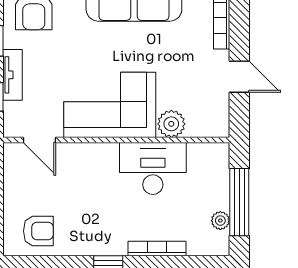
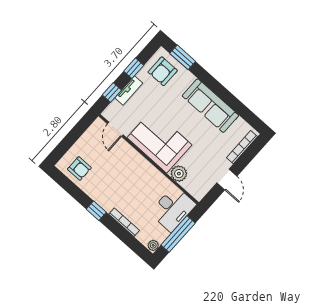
desk: (153, 168) -> (173, 209), moved, turned 90
plant: (220, 221) -> (153, 245), moved

